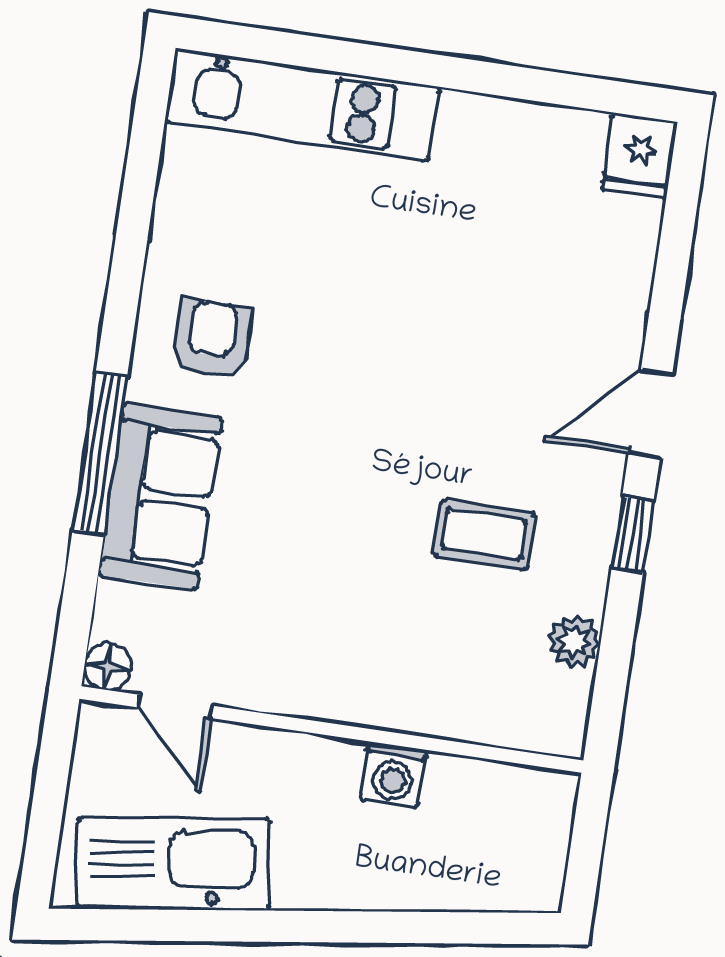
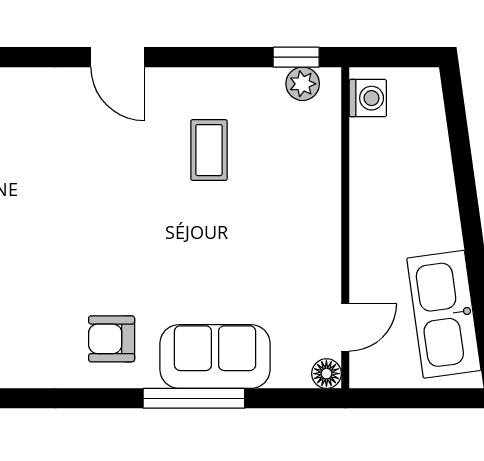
window: (633, 534) -> (296, 57), moved
plant: (574, 642) -> (303, 84), moved
washing machine: (393, 775) -> (368, 98), moved

